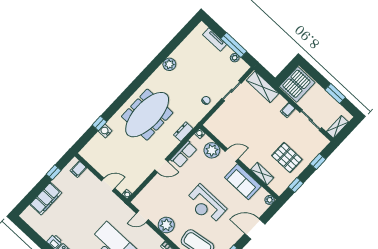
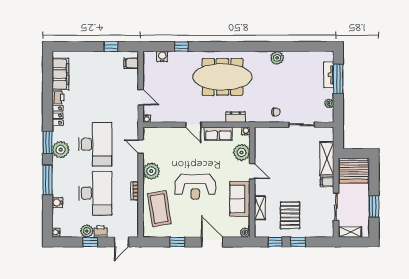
window: (234, 45) -> (338, 79), moved
shelving: (263, 87) -> (327, 159), moved
water cooler: (105, 131) -> (162, 56), moved
window: (318, 161) -> (298, 242), moved
filing cabinet: (46, 199) -> (60, 74), moved, turned -90
reception desk: (206, 205) -> (195, 187), turned -90

